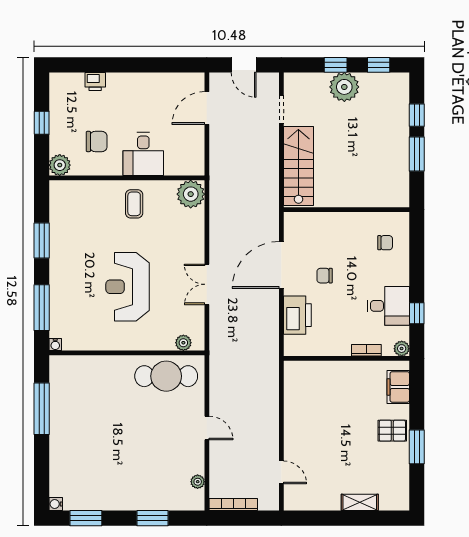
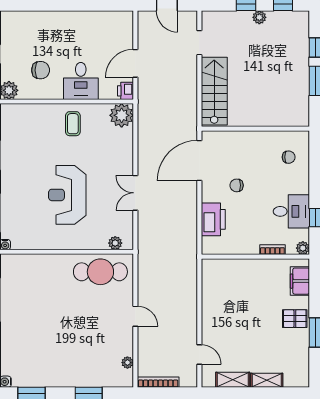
printer: (95, 81) -> (126, 91), moved, turned 90
plant: (344, 87) -> (259, 17), width x0.53, depth x0.53
door: (207, 108) -> (135, 63), moved
door: (281, 265) -> (199, 161), moved
shelving: (320, 502) -> (233, 380), added

